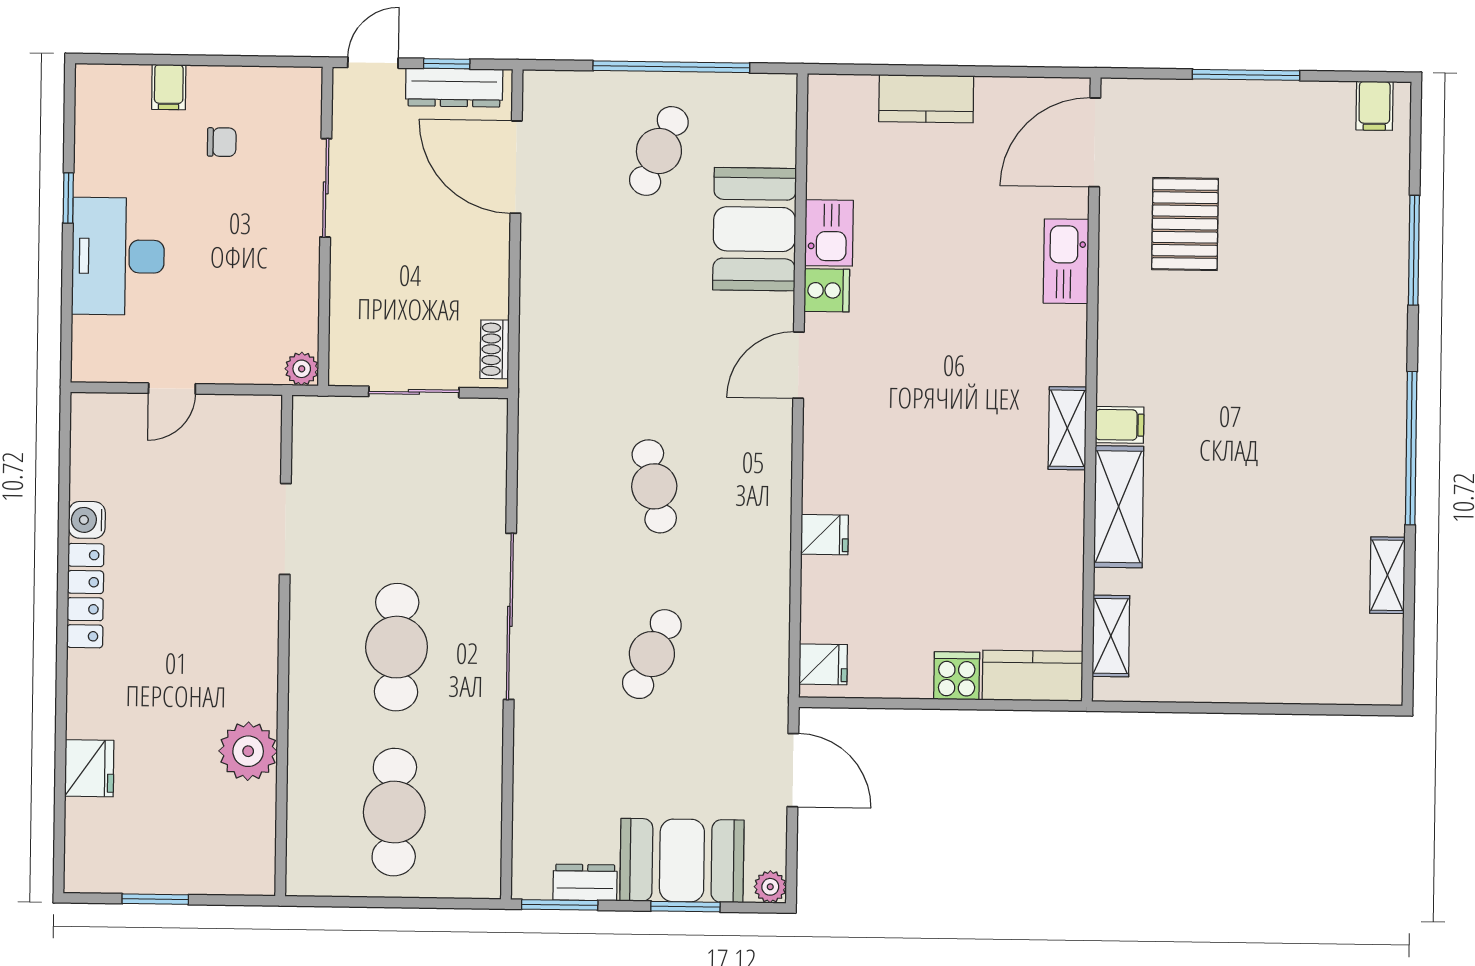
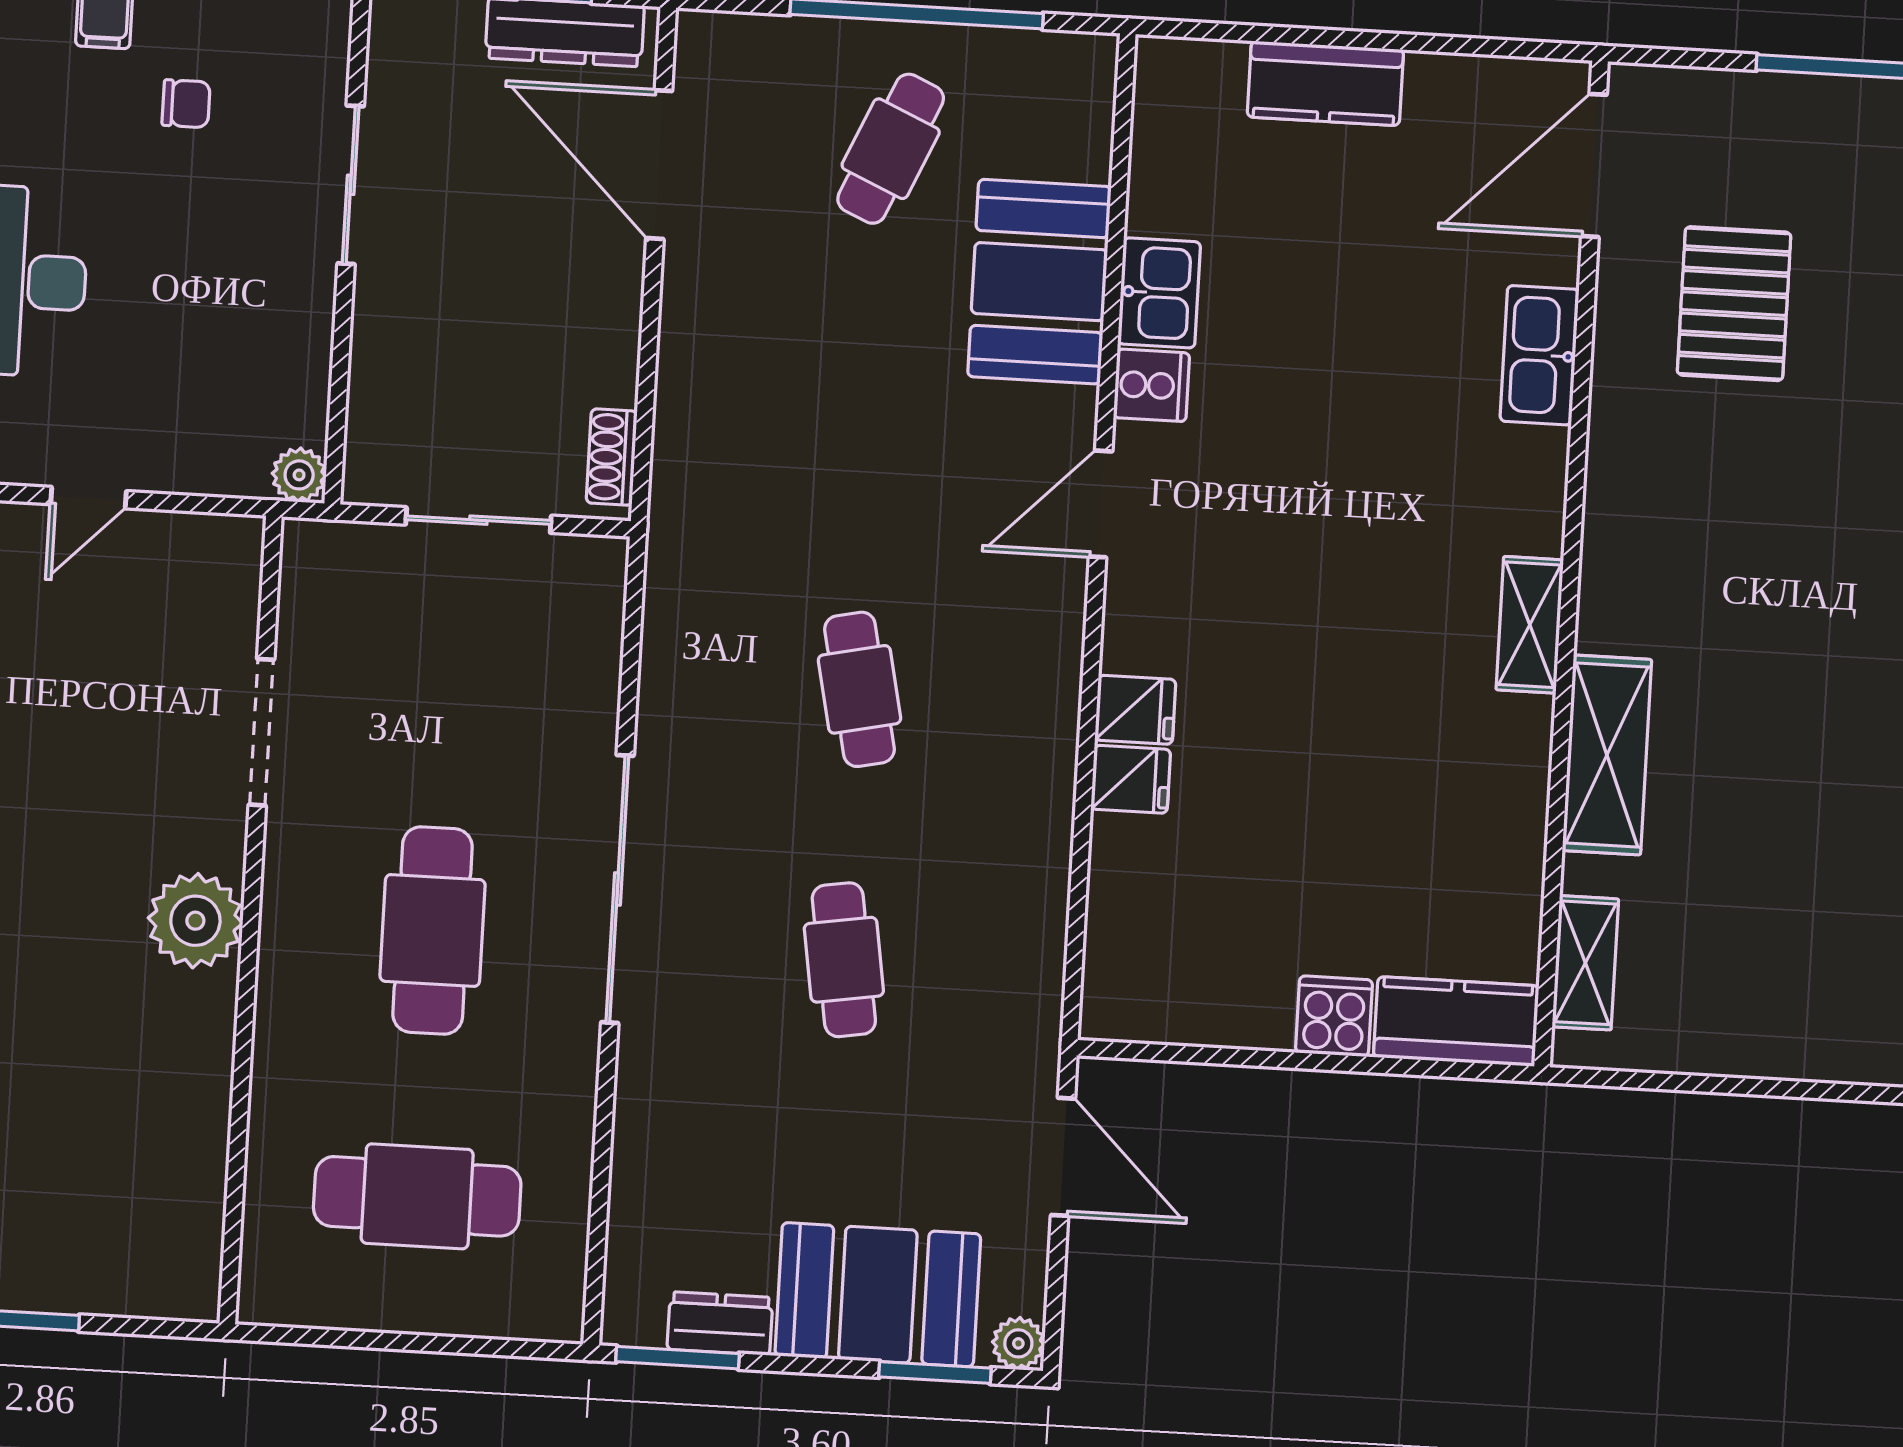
filing cabinet: (1120, 425) -> (1614, 623), removed
cafe table: (652, 654) -> (844, 960), turned -33
fridge: (823, 664) -> (1135, 710), moved
plant: (248, 751) -> (195, 921), moved
cafe table: (394, 812) -> (417, 1196), turned 90
window: (685, 907) -> (935, 1372), moved

